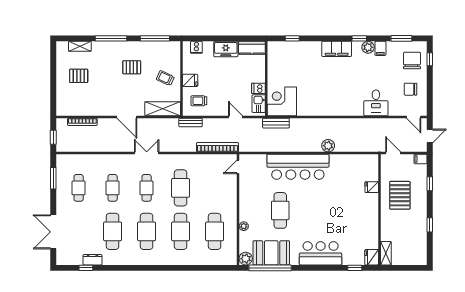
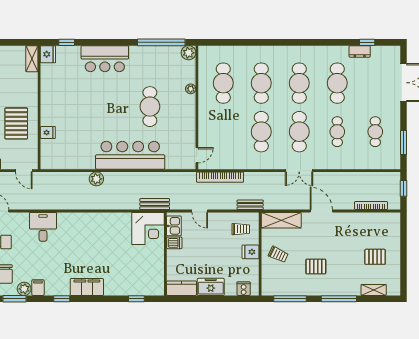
plant: (368, 47) -> (24, 289), moved
cafe table: (147, 188) -> (299, 132), width x1.37, depth x1.35
booth: (271, 253) -> (160, 59), removed

